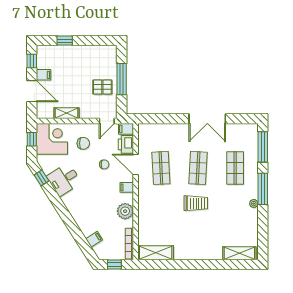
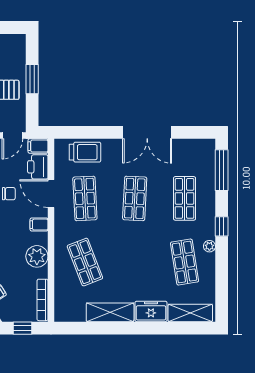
window: (122, 79) -> (32, 79), width x0.69
window: (263, 189) -> (222, 226), width x0.46
trolley: (196, 203) -> (85, 152), moved
shop shelf: (161, 215) -> (85, 262), added
shop shelf: (235, 215) -> (185, 262), added
freezer: (210, 252) -> (151, 311), added
shelving: (156, 253) -> (110, 312), moved

